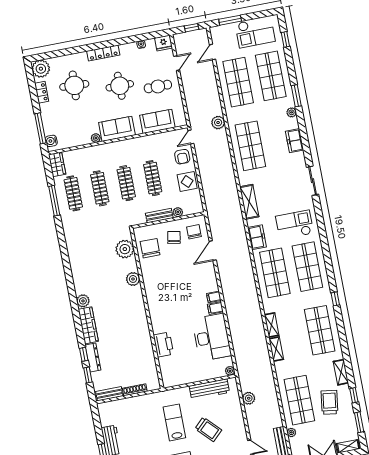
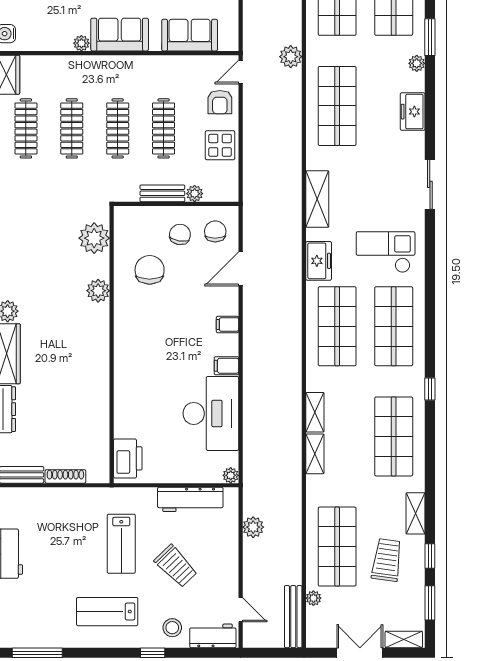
chair: (150, 248) -> (150, 270), moved
filing cabinet: (214, 297) -> (228, 324), moved
printer: (163, 345) -> (128, 458), moved
lab bench: (174, 422) -> (121, 544), turned 180

